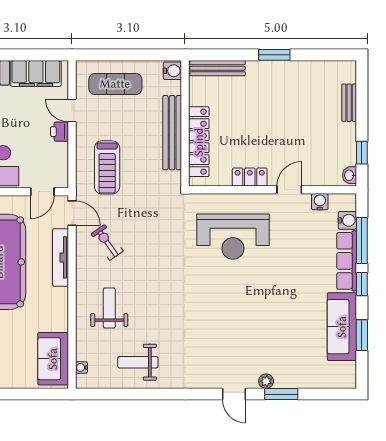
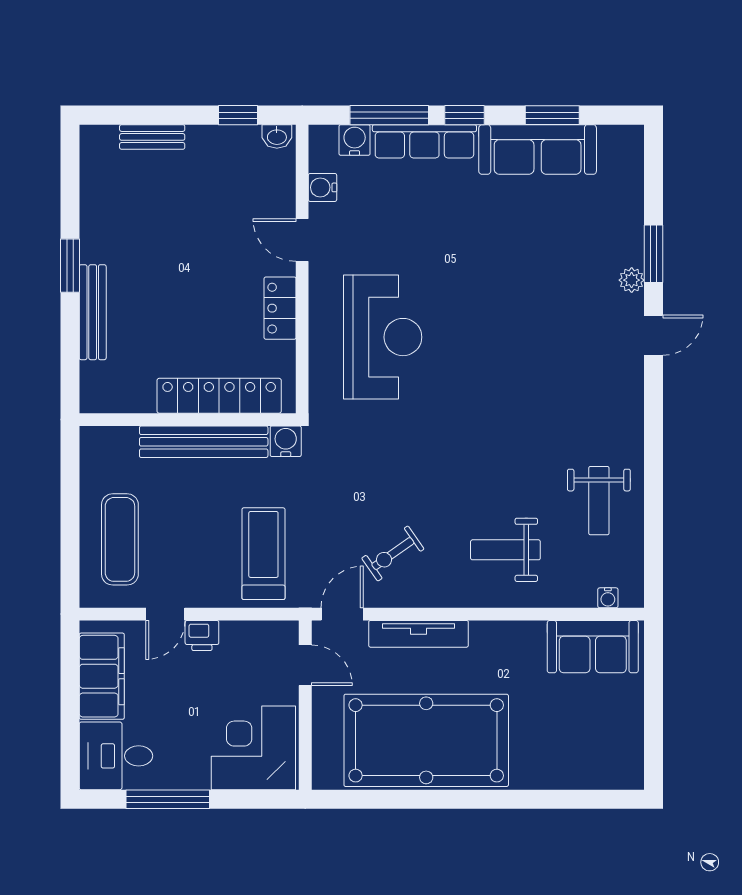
bench: (217, 68) -> (93, 312), moved
water cooler: (172, 71) -> (286, 441), moved
treadmill: (107, 167) -> (263, 554), turned -90

